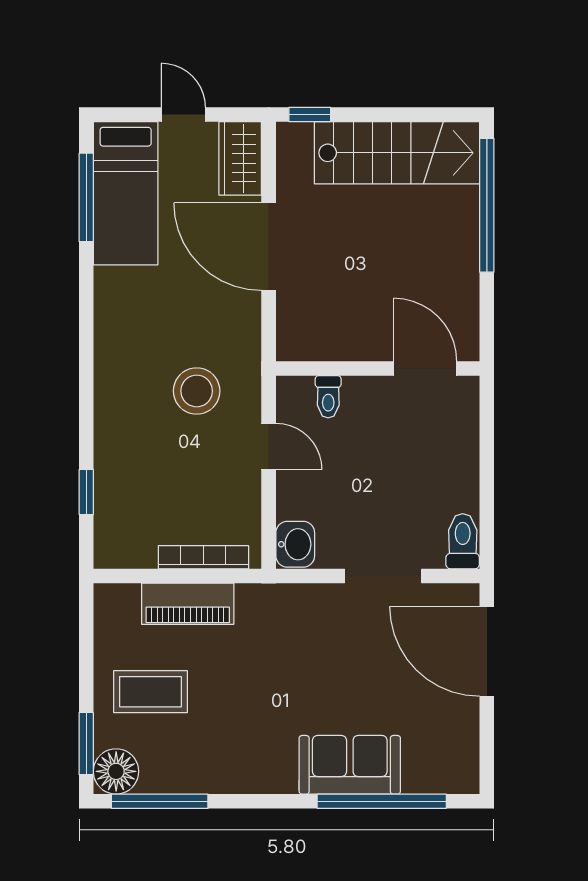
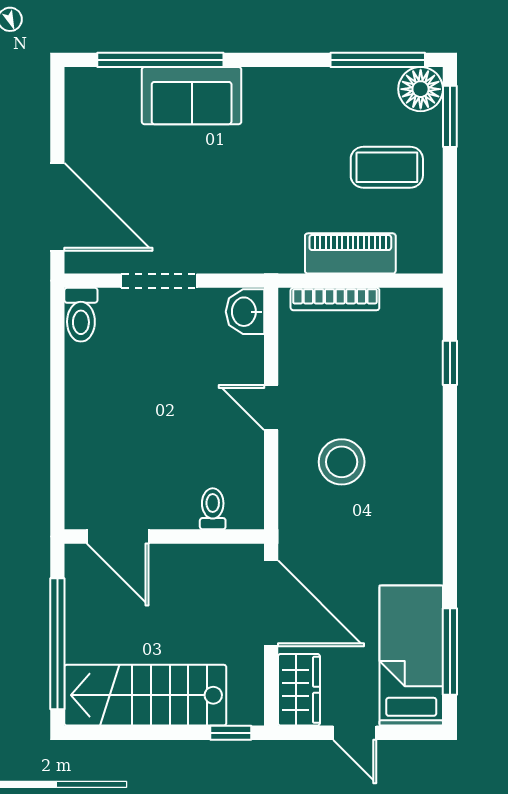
wall: (378, 368) -> (164, 537), moved
door: (425, 368) -> (118, 537), moved
toilet: (328, 397) -> (213, 509), moved

